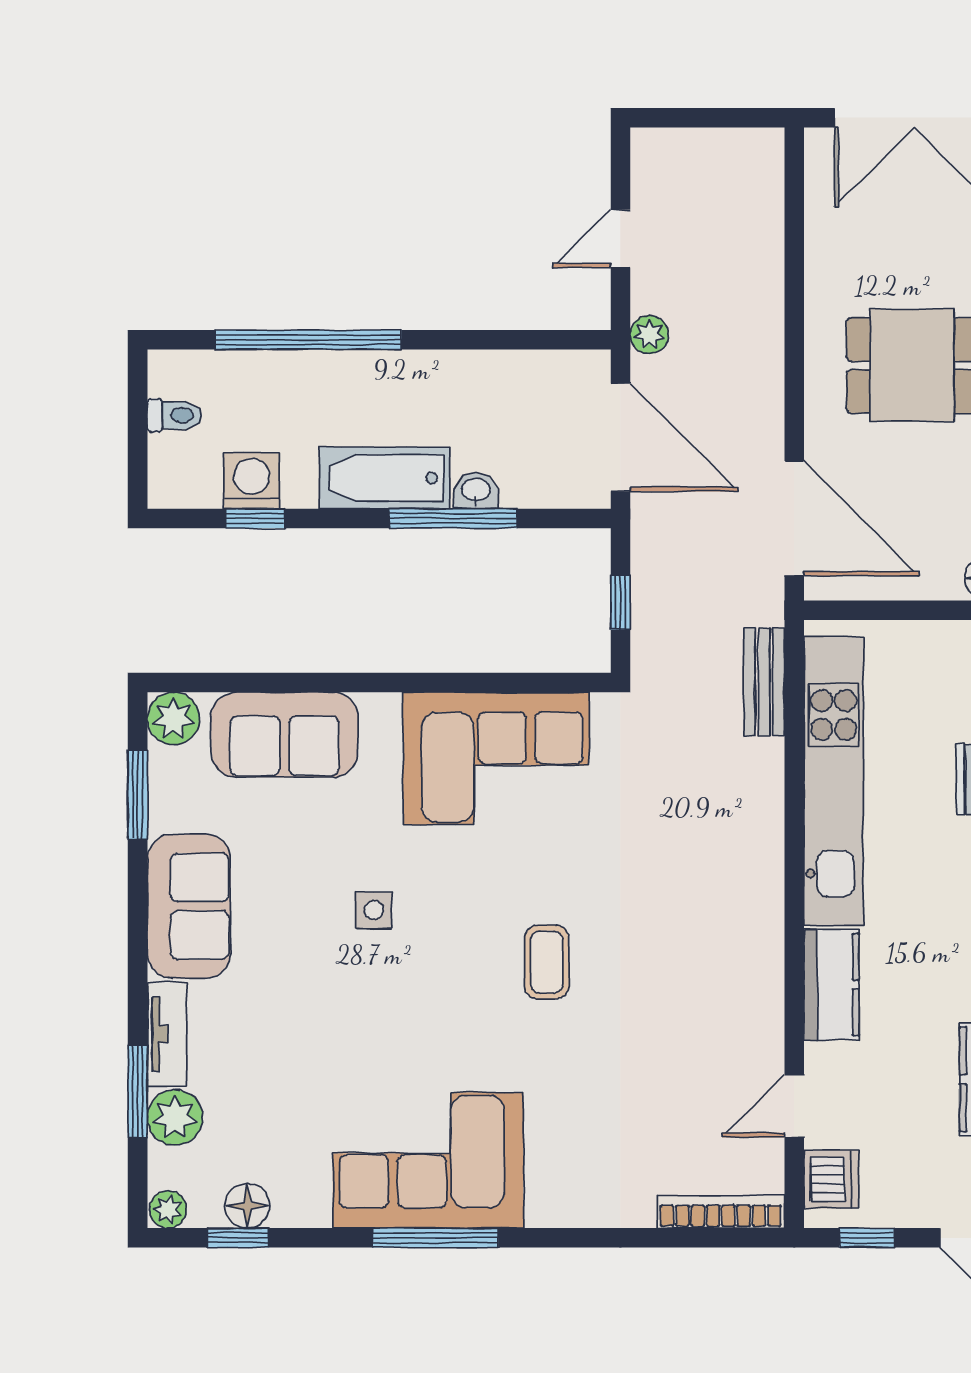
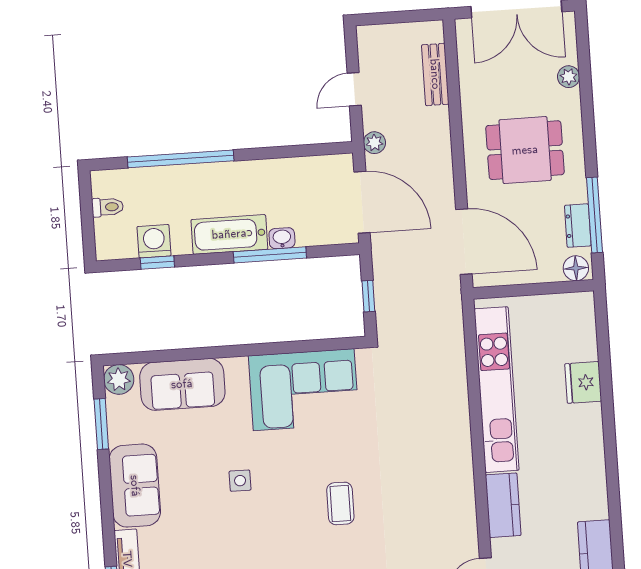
bench: (764, 682) -> (435, 74), moved

